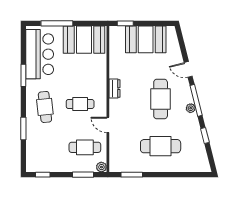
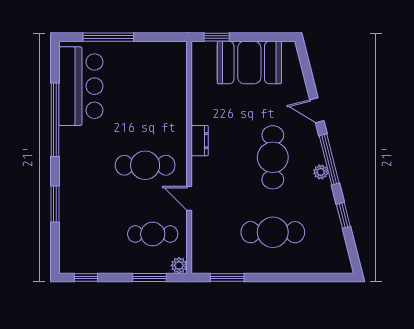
booth: (84, 40) -> (151, 63), removed
window: (23, 75) -> (55, 120), width x2.11
cafe table: (80, 104) -> (145, 165), width x1.37, depth x1.35
cafe table: (45, 107) -> (89, 170), removed

